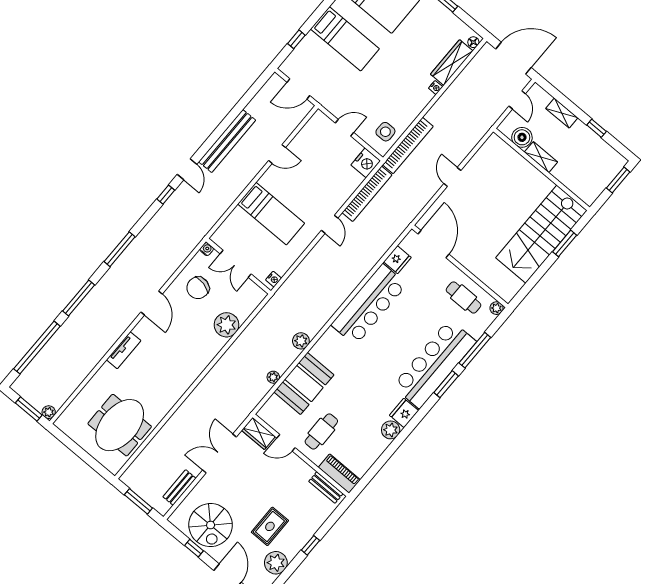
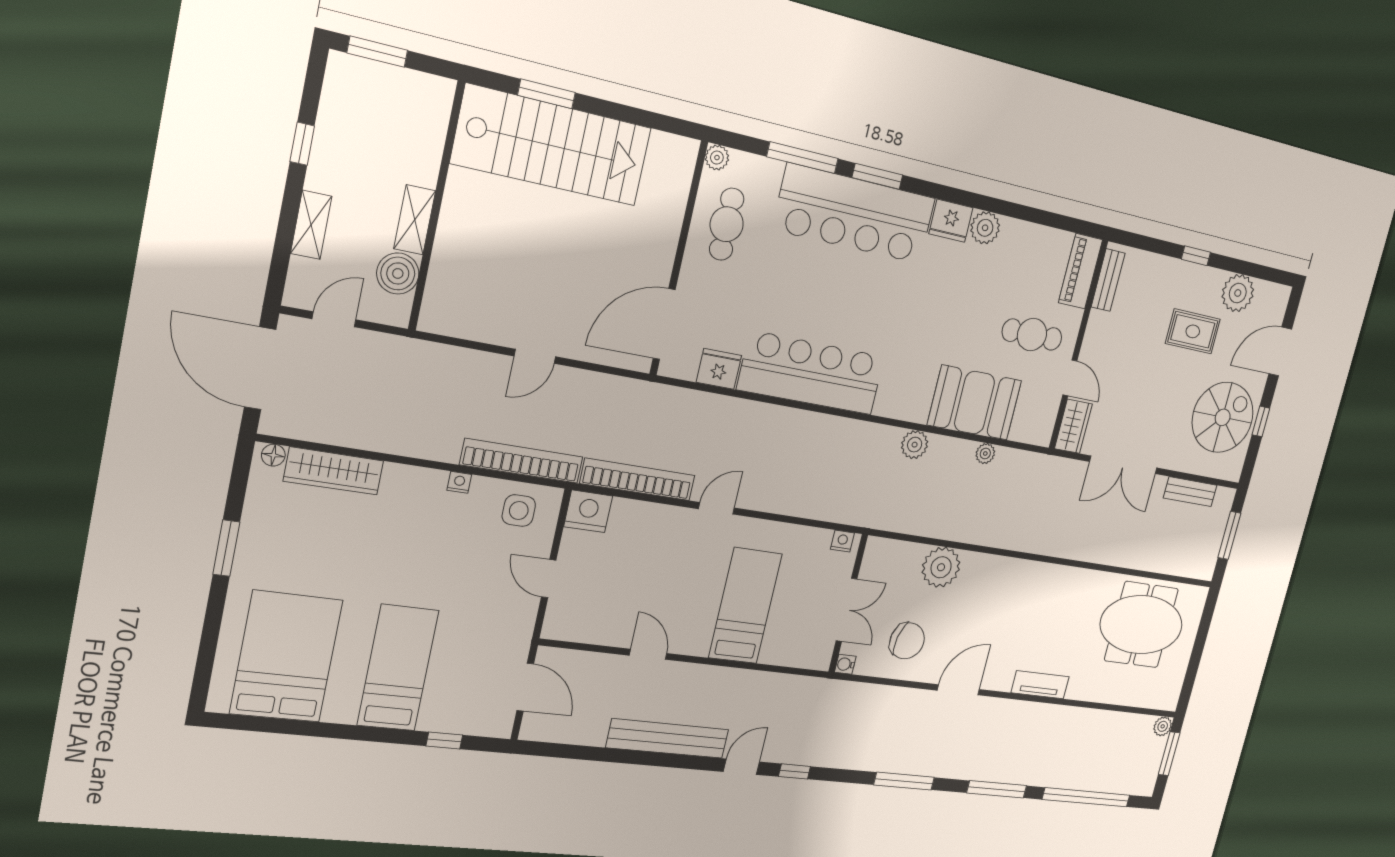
nightstand: (436, 88) -> (459, 482), moved

